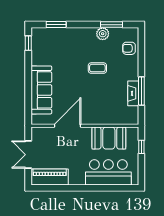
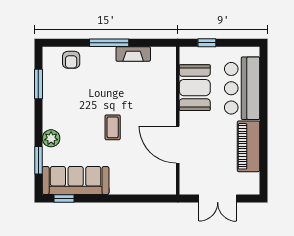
plant: (103, 34) -> (51, 138), moved
coffee table: (97, 68) -> (113, 127), moved
sofa: (41, 90) -> (76, 180), moved
window: (141, 91) -> (109, 43), moved
piano: (50, 177) -> (248, 146), moved

